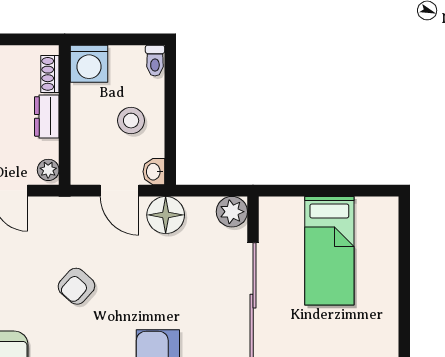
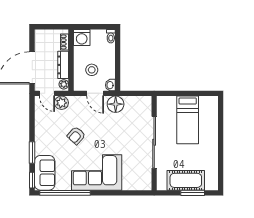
dresser: (47, 116) -> (63, 65), width x1.44
stool: (131, 121) -> (92, 70), moved
plant: (232, 212) -> (61, 103), moved

